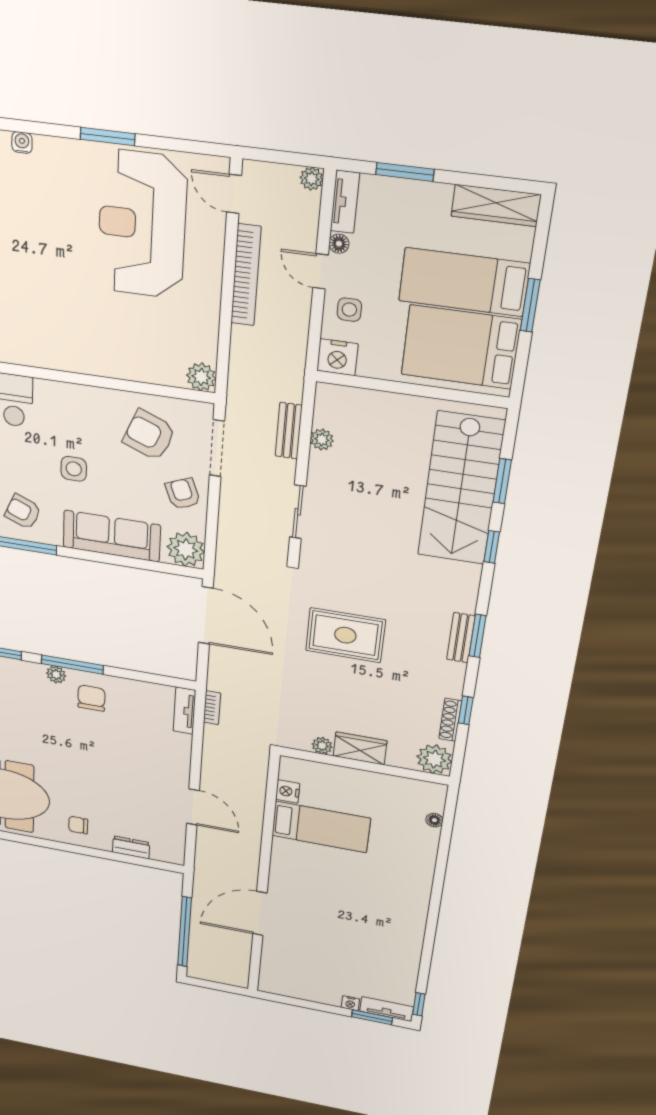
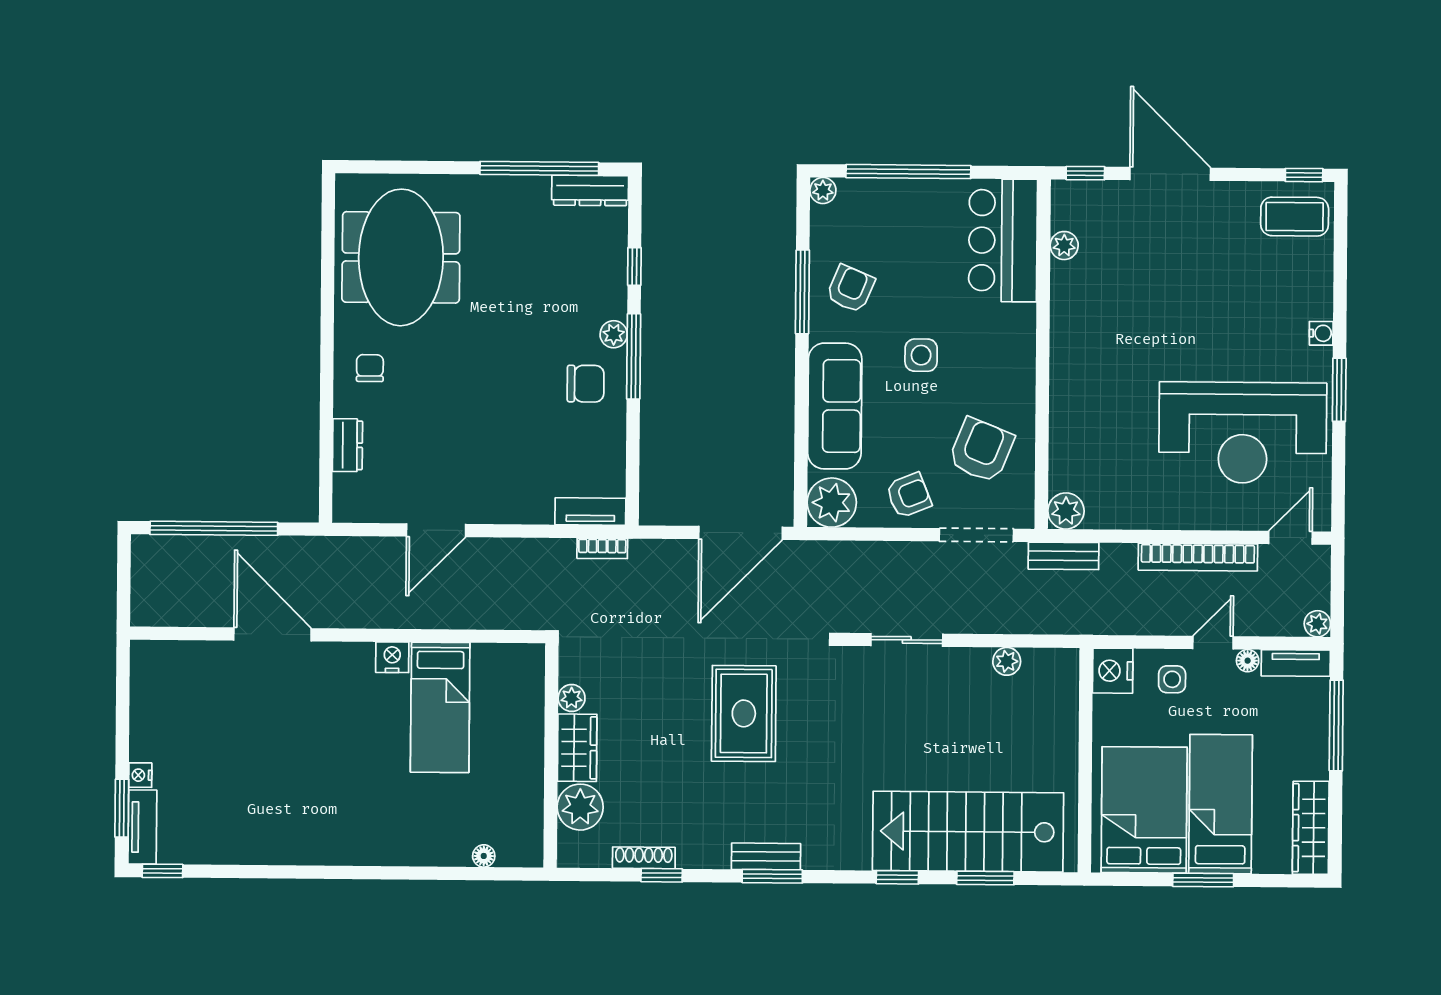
water cooler: (22, 143) -> (1321, 333), moved
window: (405, 172) -> (1336, 725), width x1.44
reception desk: (142, 225) -> (1243, 433), turned 180
bench: (289, 431) -> (1064, 556), moved
plant: (434, 759) -> (580, 807), moved
nightstand: (288, 791) -> (392, 657), moved

